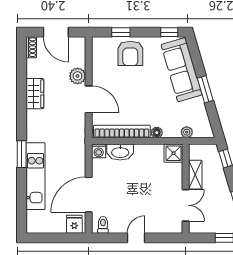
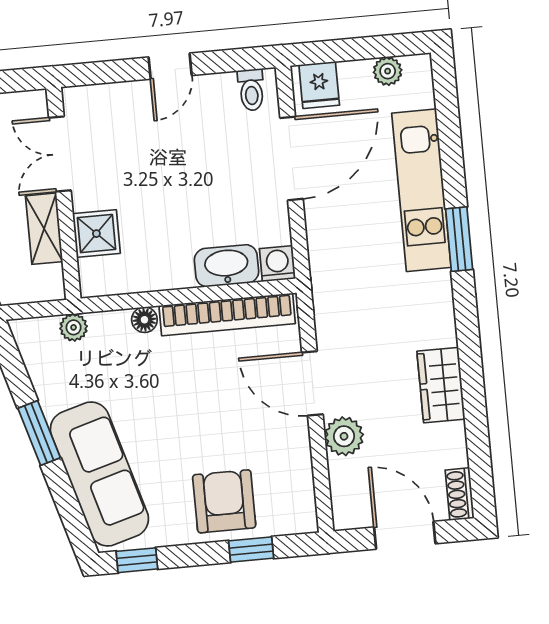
shower: (173, 153) -> (96, 234), moved
plant: (45, 227) -> (388, 71), added

